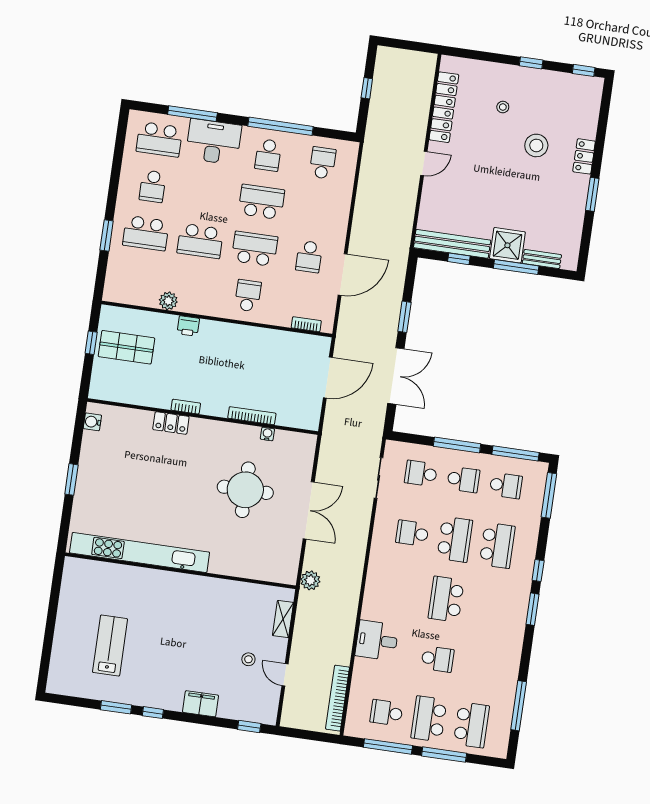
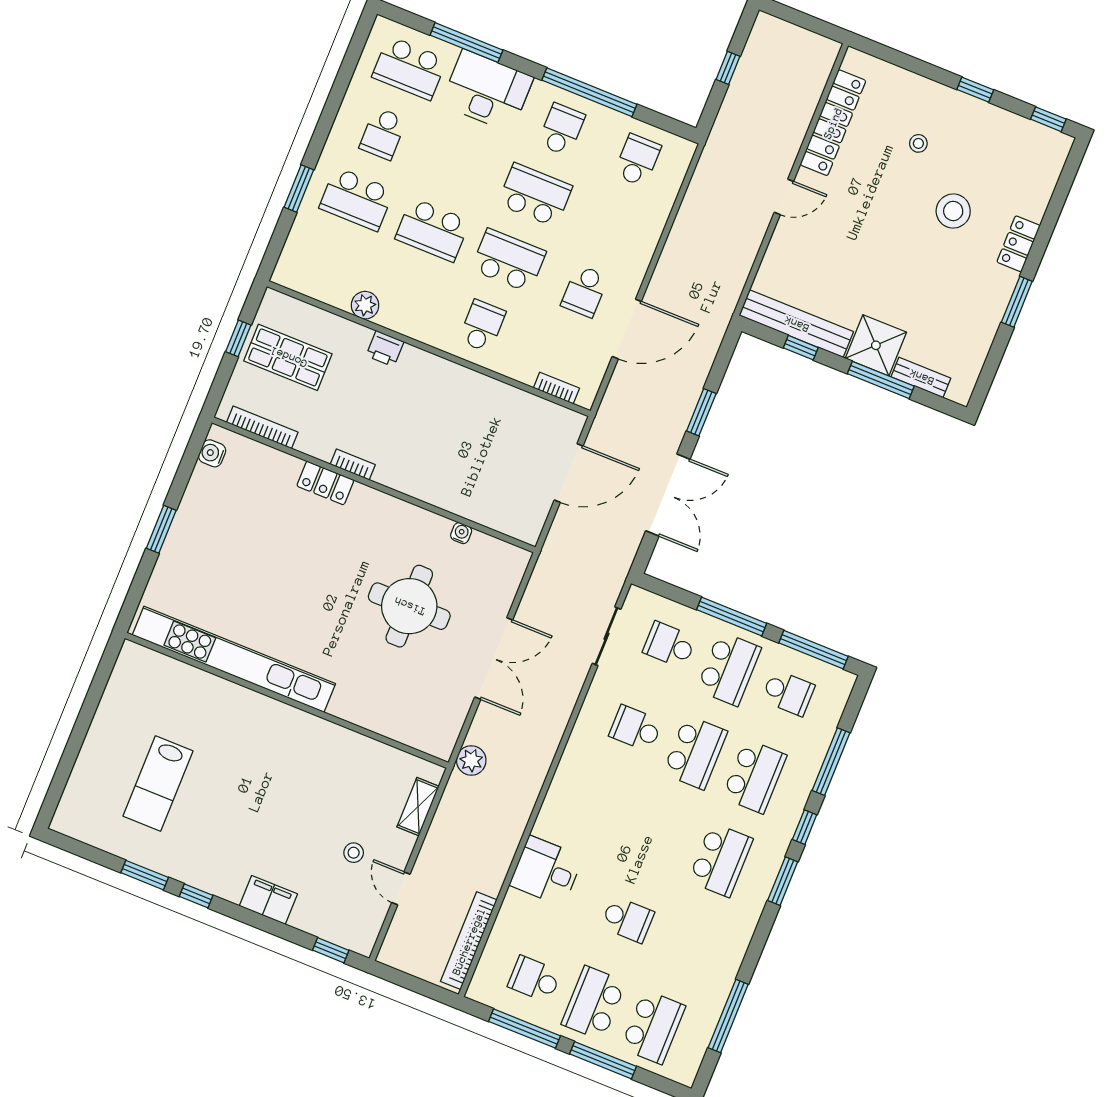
school desk: (268, 155) -> (561, 130), turned 180
bookcase: (252, 416) -> (262, 427), moved
school desk: (463, 480) -> (729, 669), width x1.85
window: (549, 495) -> (831, 762), moved
school desk: (446, 599) -> (721, 860), moved, turned 180
lab bench: (110, 646) -> (158, 784), turned 180

